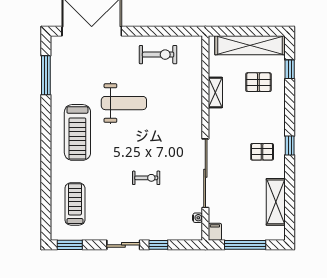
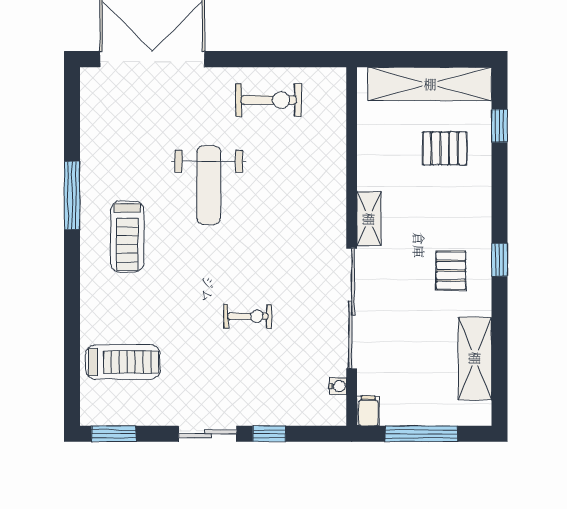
window: (46, 75) -> (72, 195), moved
shelving: (215, 93) -> (369, 219), moved
weight bench: (124, 103) -> (209, 185), turned 90
treadmill: (77, 132) -> (127, 237), width x0.73, depth x0.73
pallet: (262, 152) -> (451, 271), turned 90
treadmill: (75, 204) -> (123, 362), turned 90

